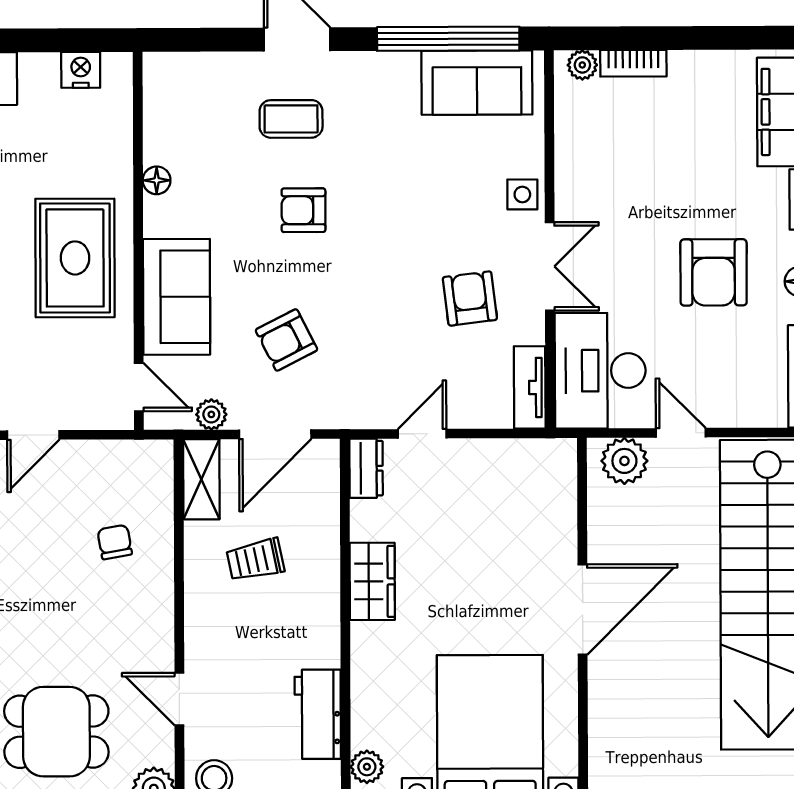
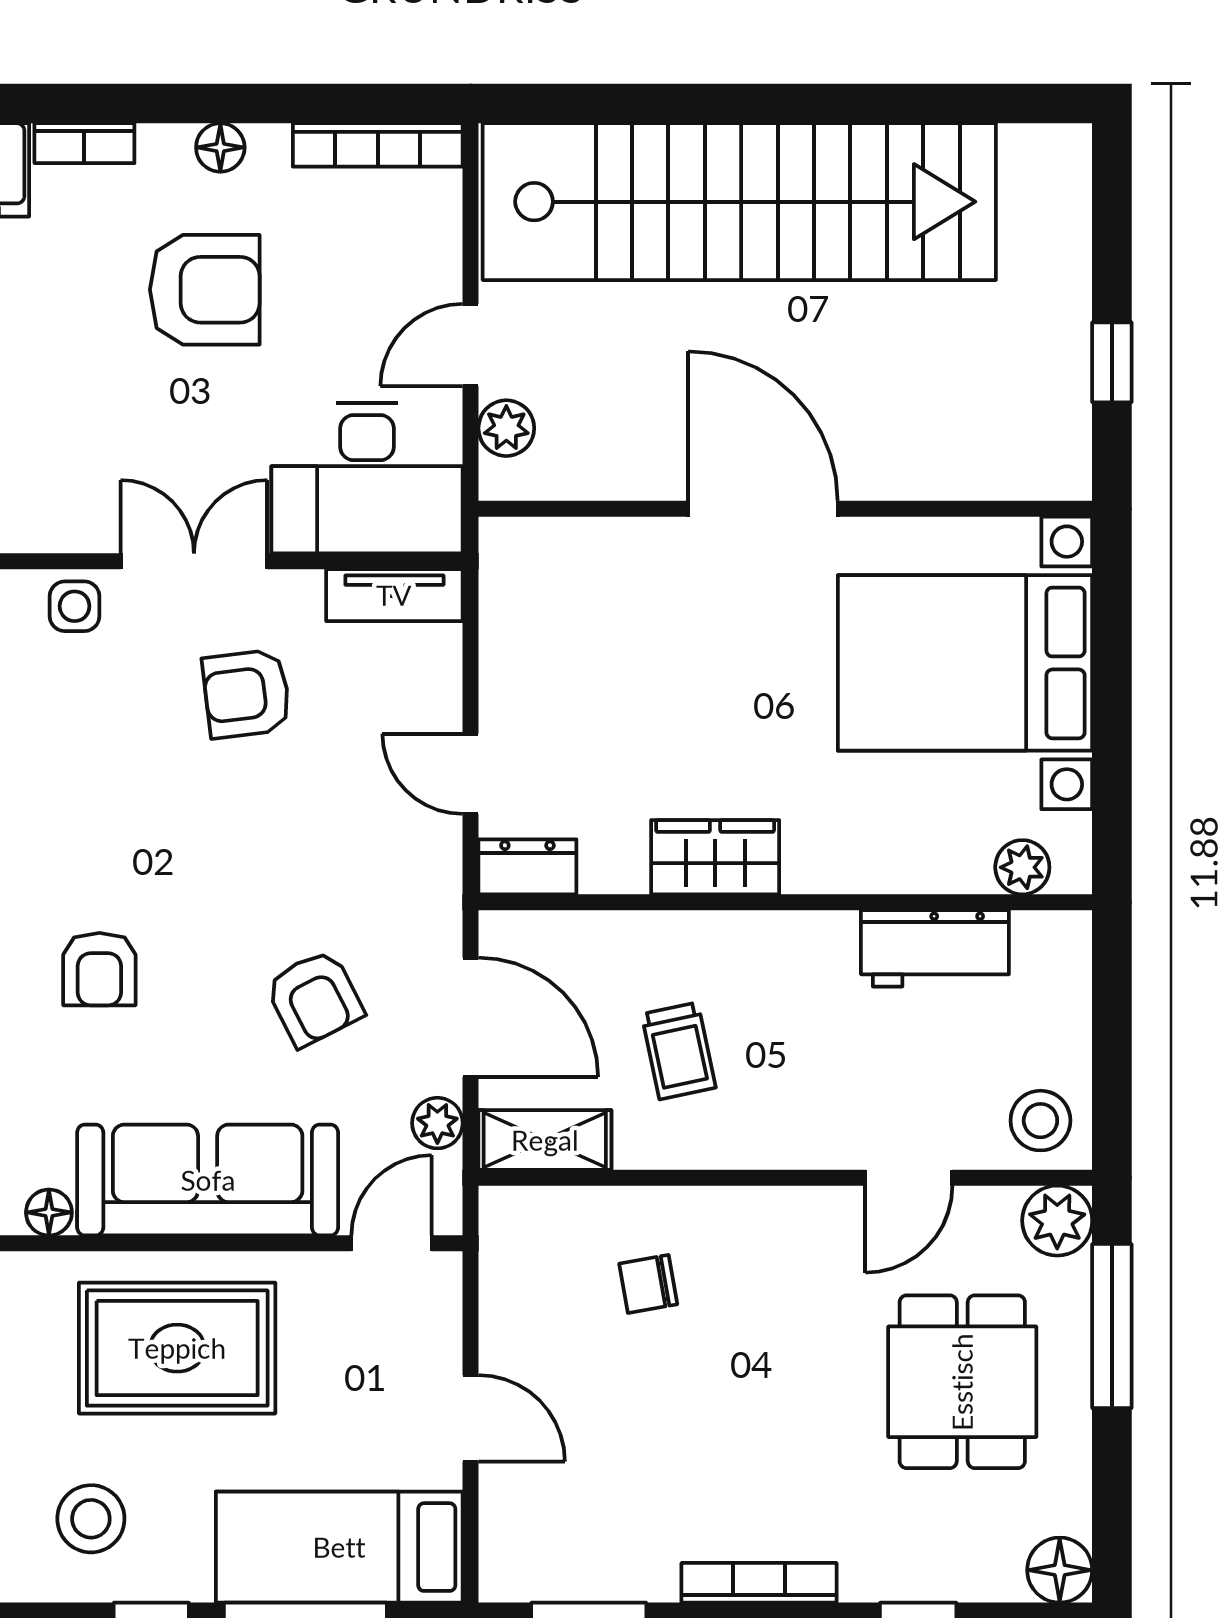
sofa: (177, 297) -> (208, 1180), width x1.36
plant: (624, 461) -> (506, 428), width x0.73, depth x0.73

